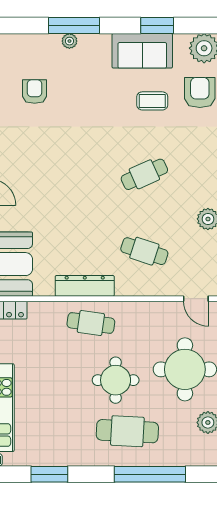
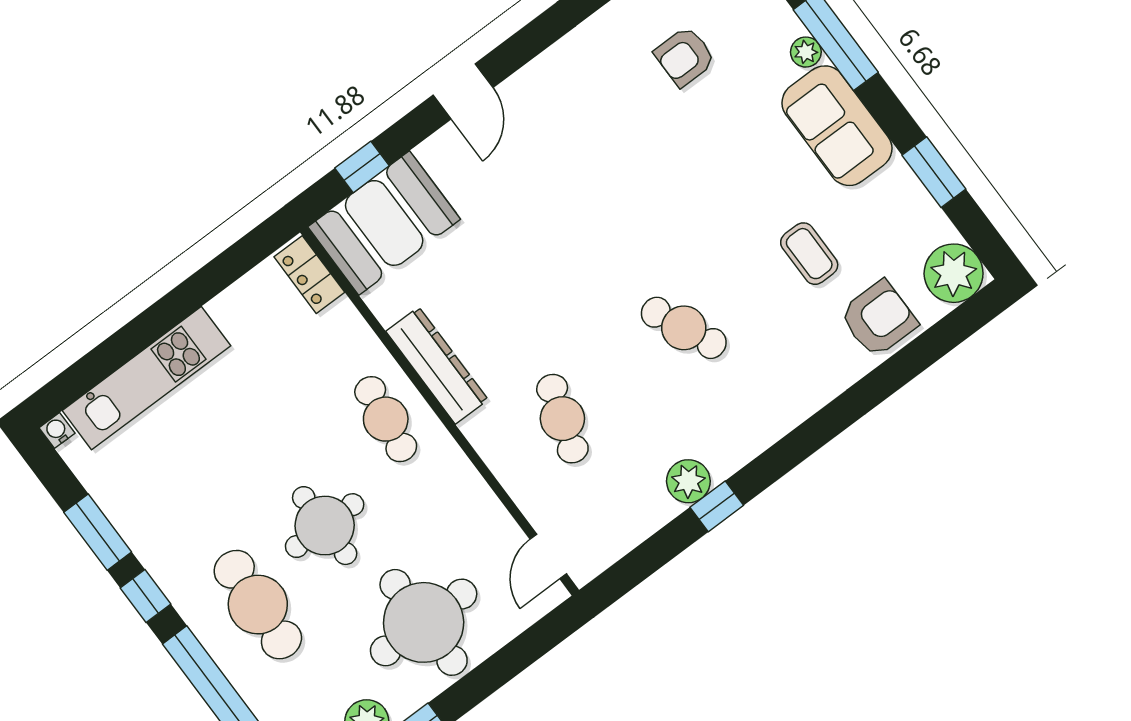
sofa: (142, 51) -> (837, 126), moved
armchair: (35, 92) -> (685, 57), turned 180
window: (90, 474) -> (146, 596), added

